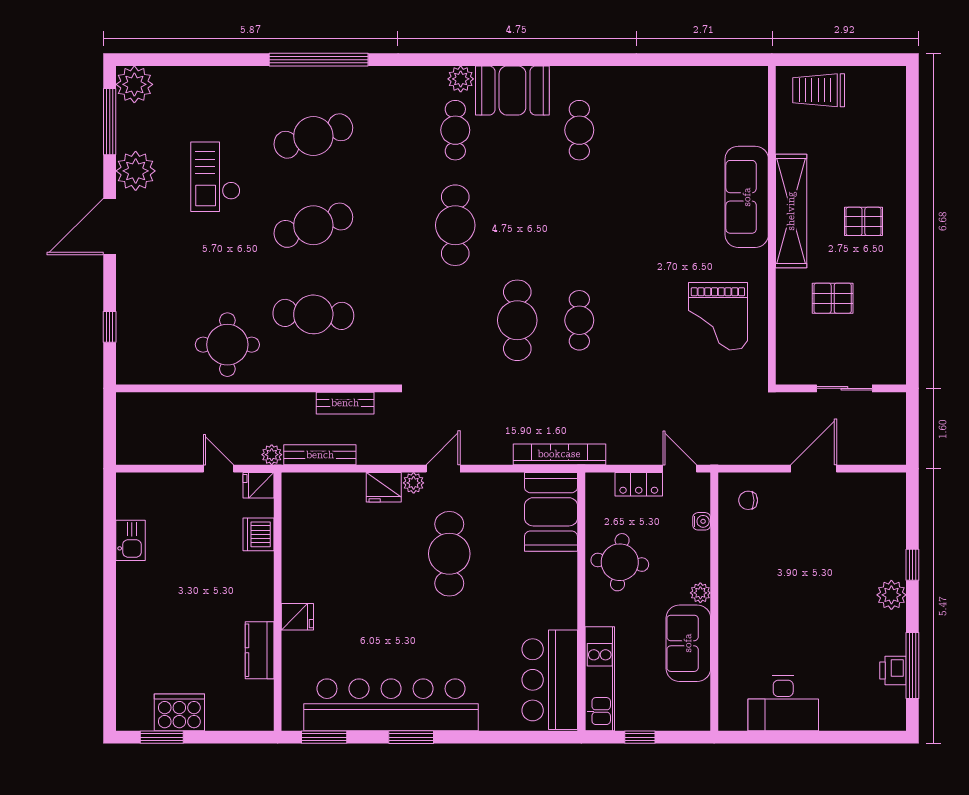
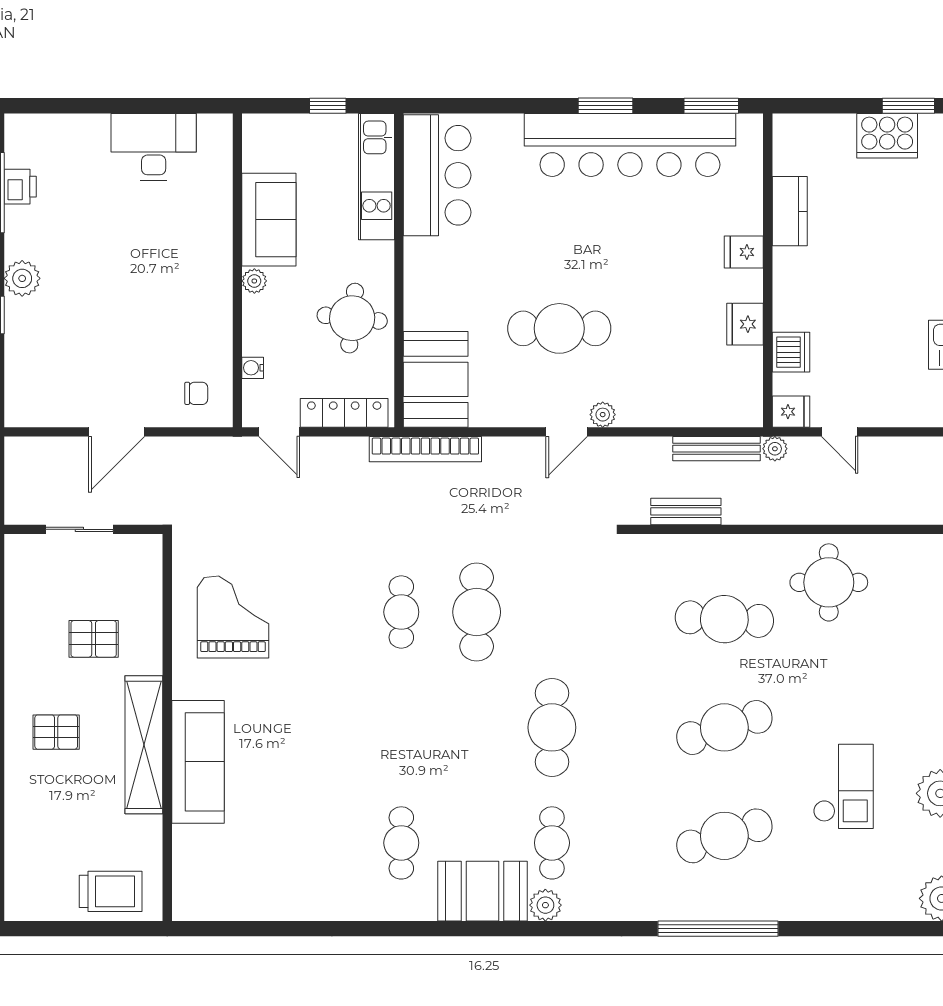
locker: (639, 484) -> (344, 413), width x1.53
fridge: (384, 487) -> (745, 324), moved, turned -90
cafe table: (449, 554) -> (559, 328), turned 90

